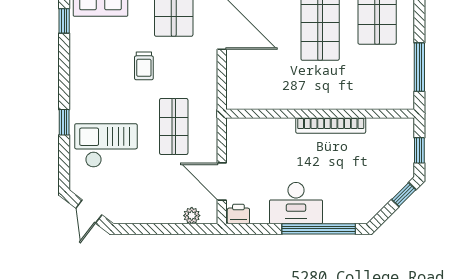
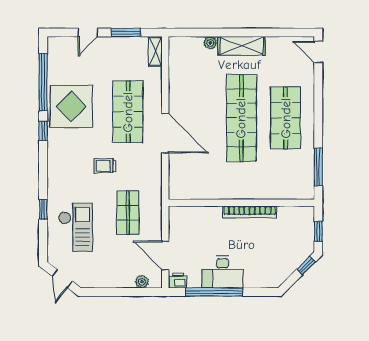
trolley: (144, 66) -> (105, 166), turned 90
checkout: (106, 146) -> (75, 227), turned 90
window: (319, 229) -> (214, 292), moved

